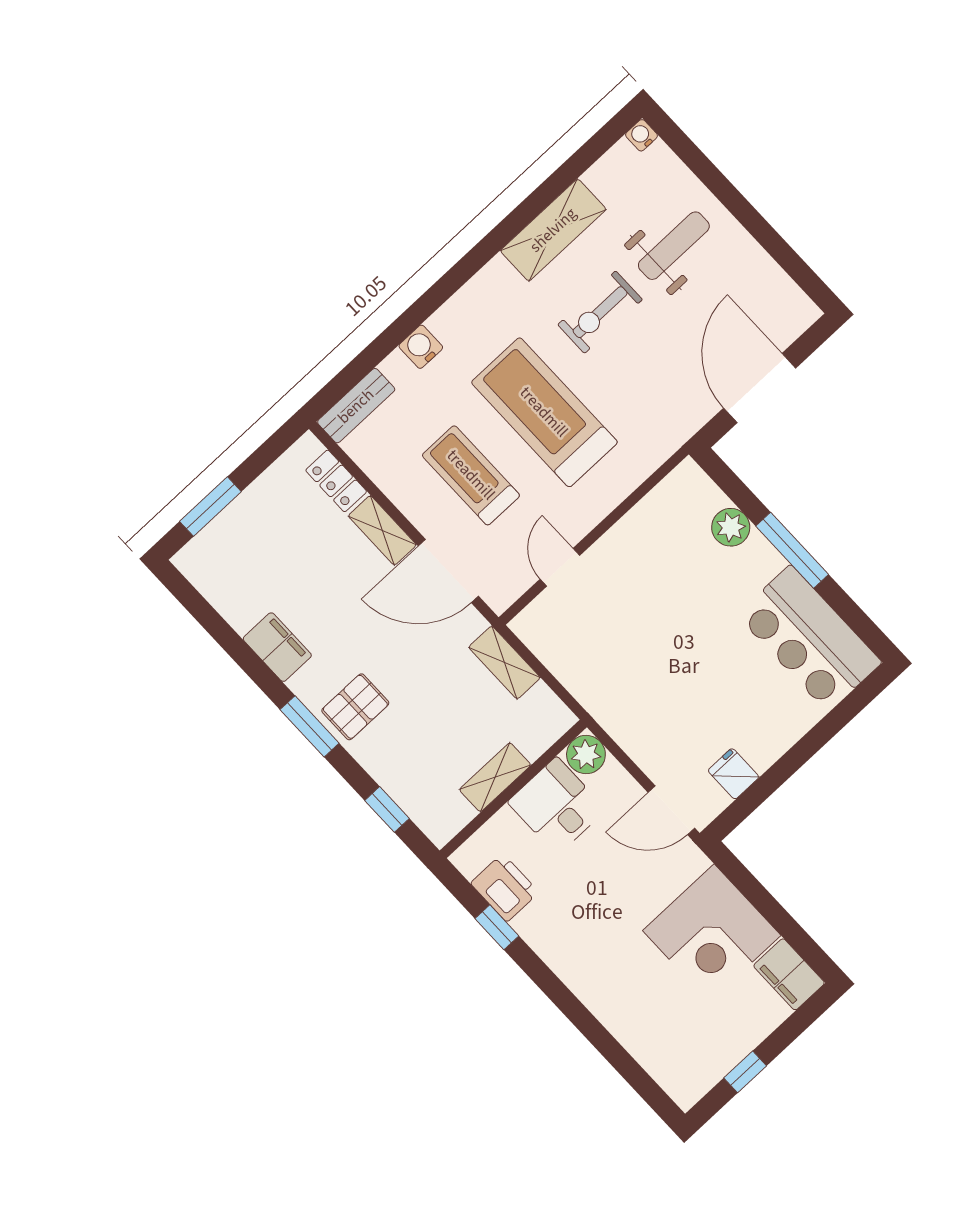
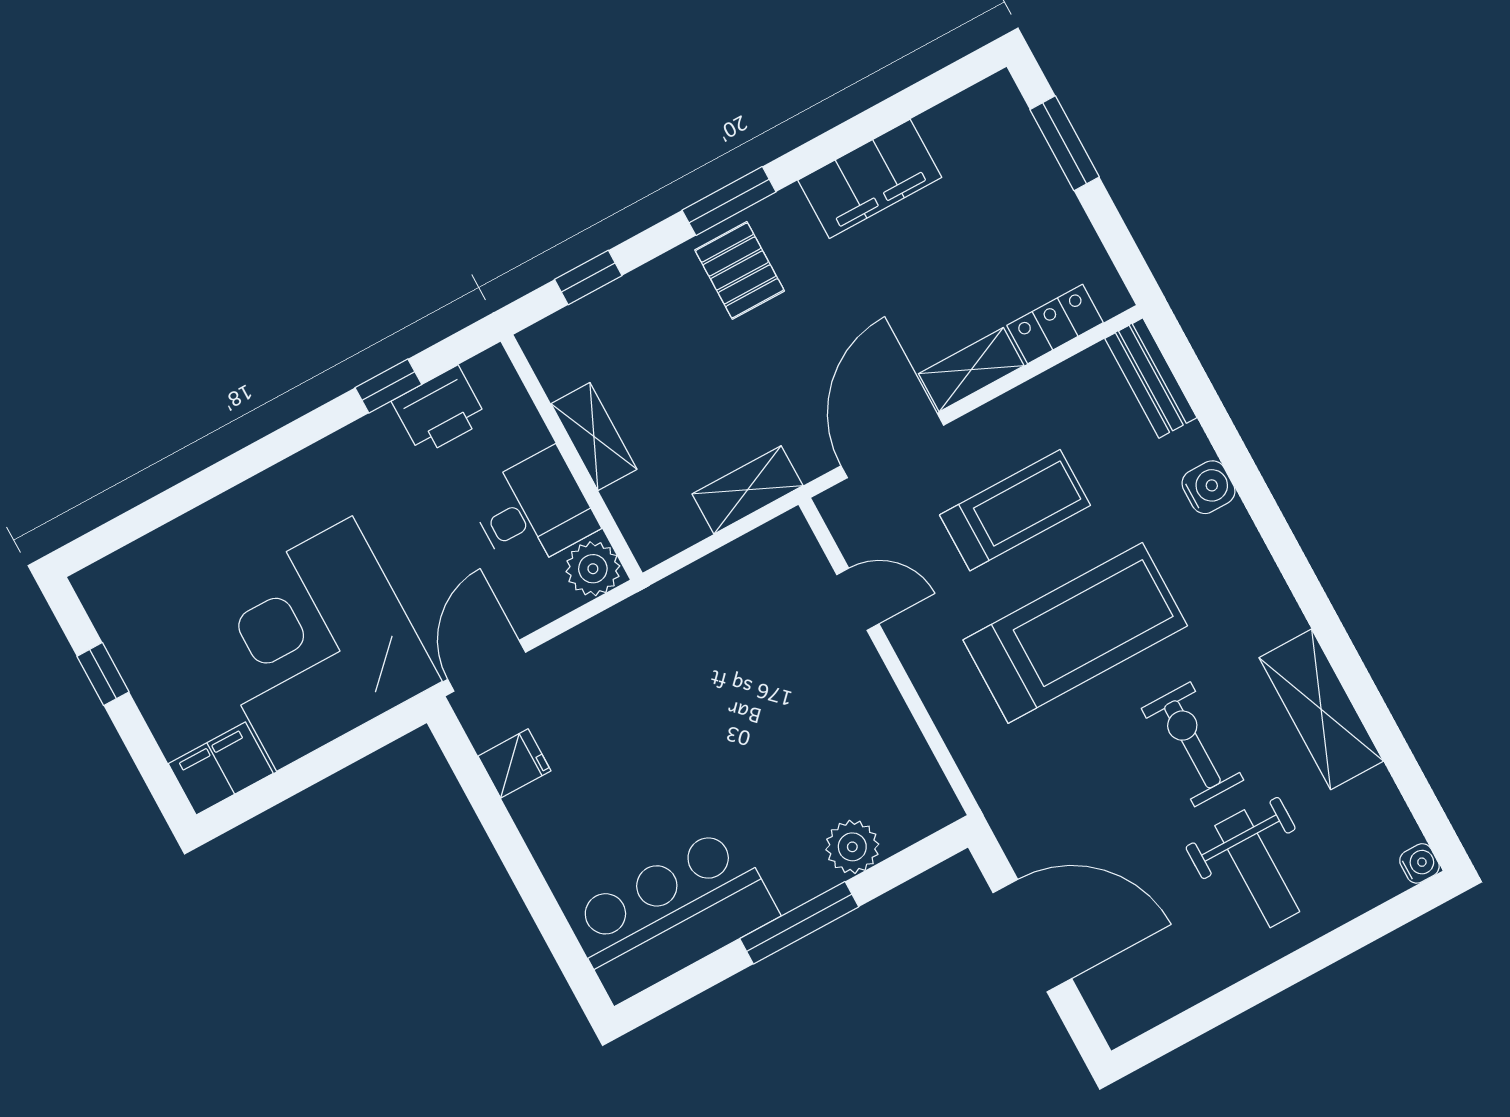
filing cabinet: (277, 647) -> (870, 179), width x1.50, depth x1.17
corner desk: (712, 933) -> (315, 644), width x1.36, depth x1.36

